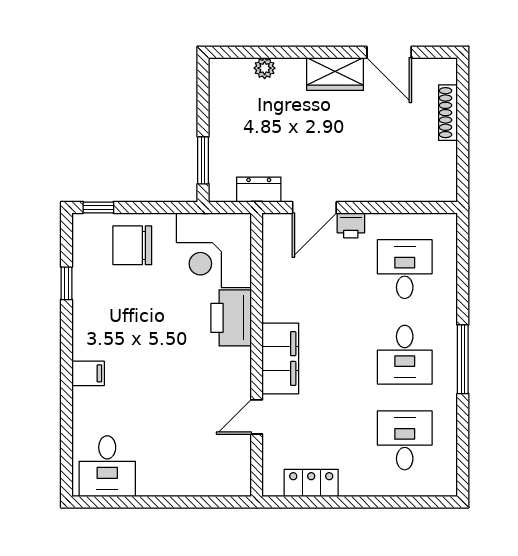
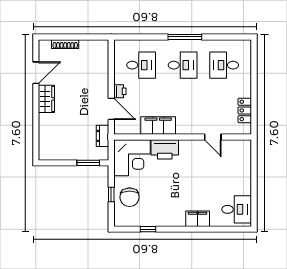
plant: (265, 68) -> (44, 133), removed
window: (98, 207) -> (111, 195), moved
desk: (405, 269) -> (141, 65), turned 180
filing cabinet: (280, 359) -> (158, 125), moved
filing cabinet: (88, 373) -> (198, 219), width x2.00

